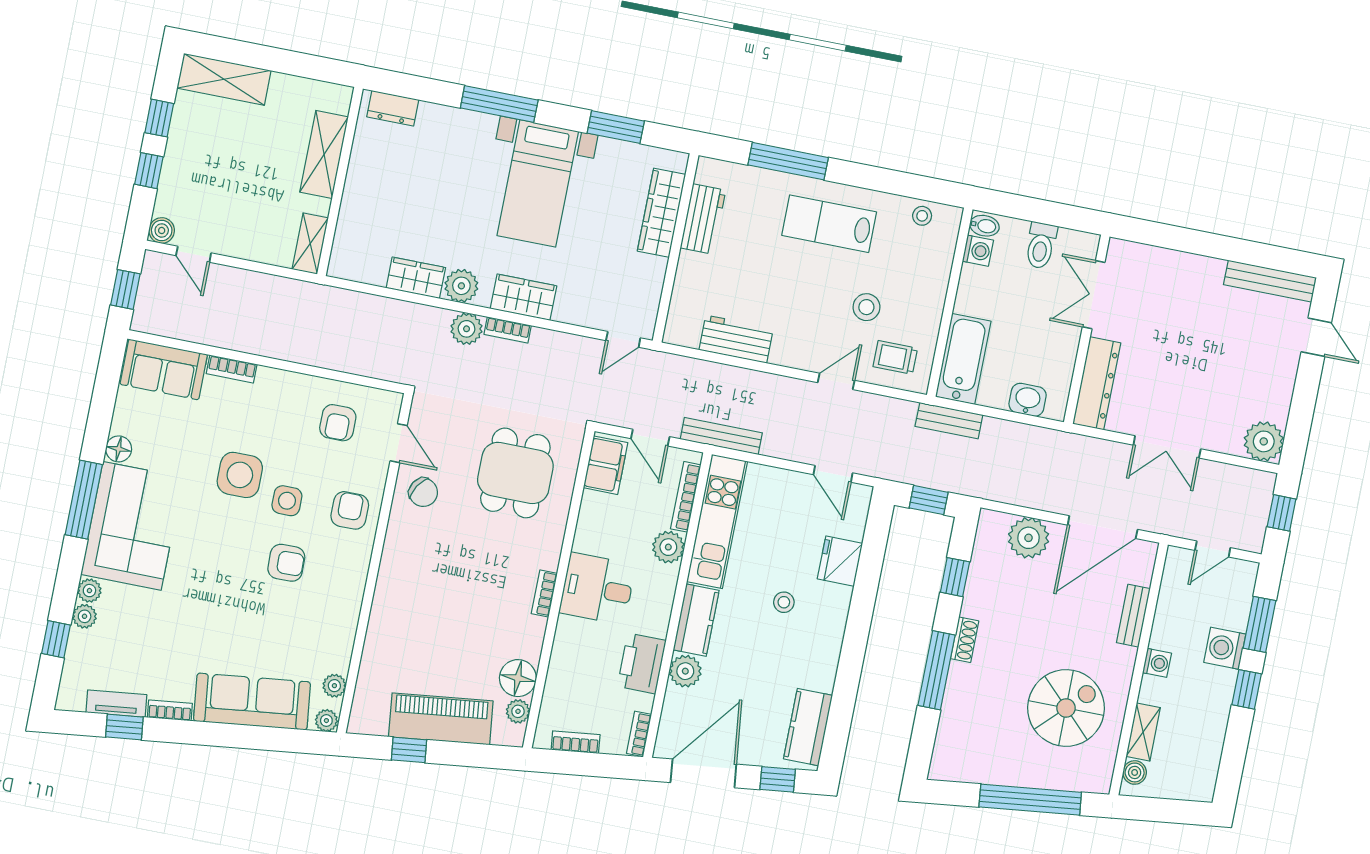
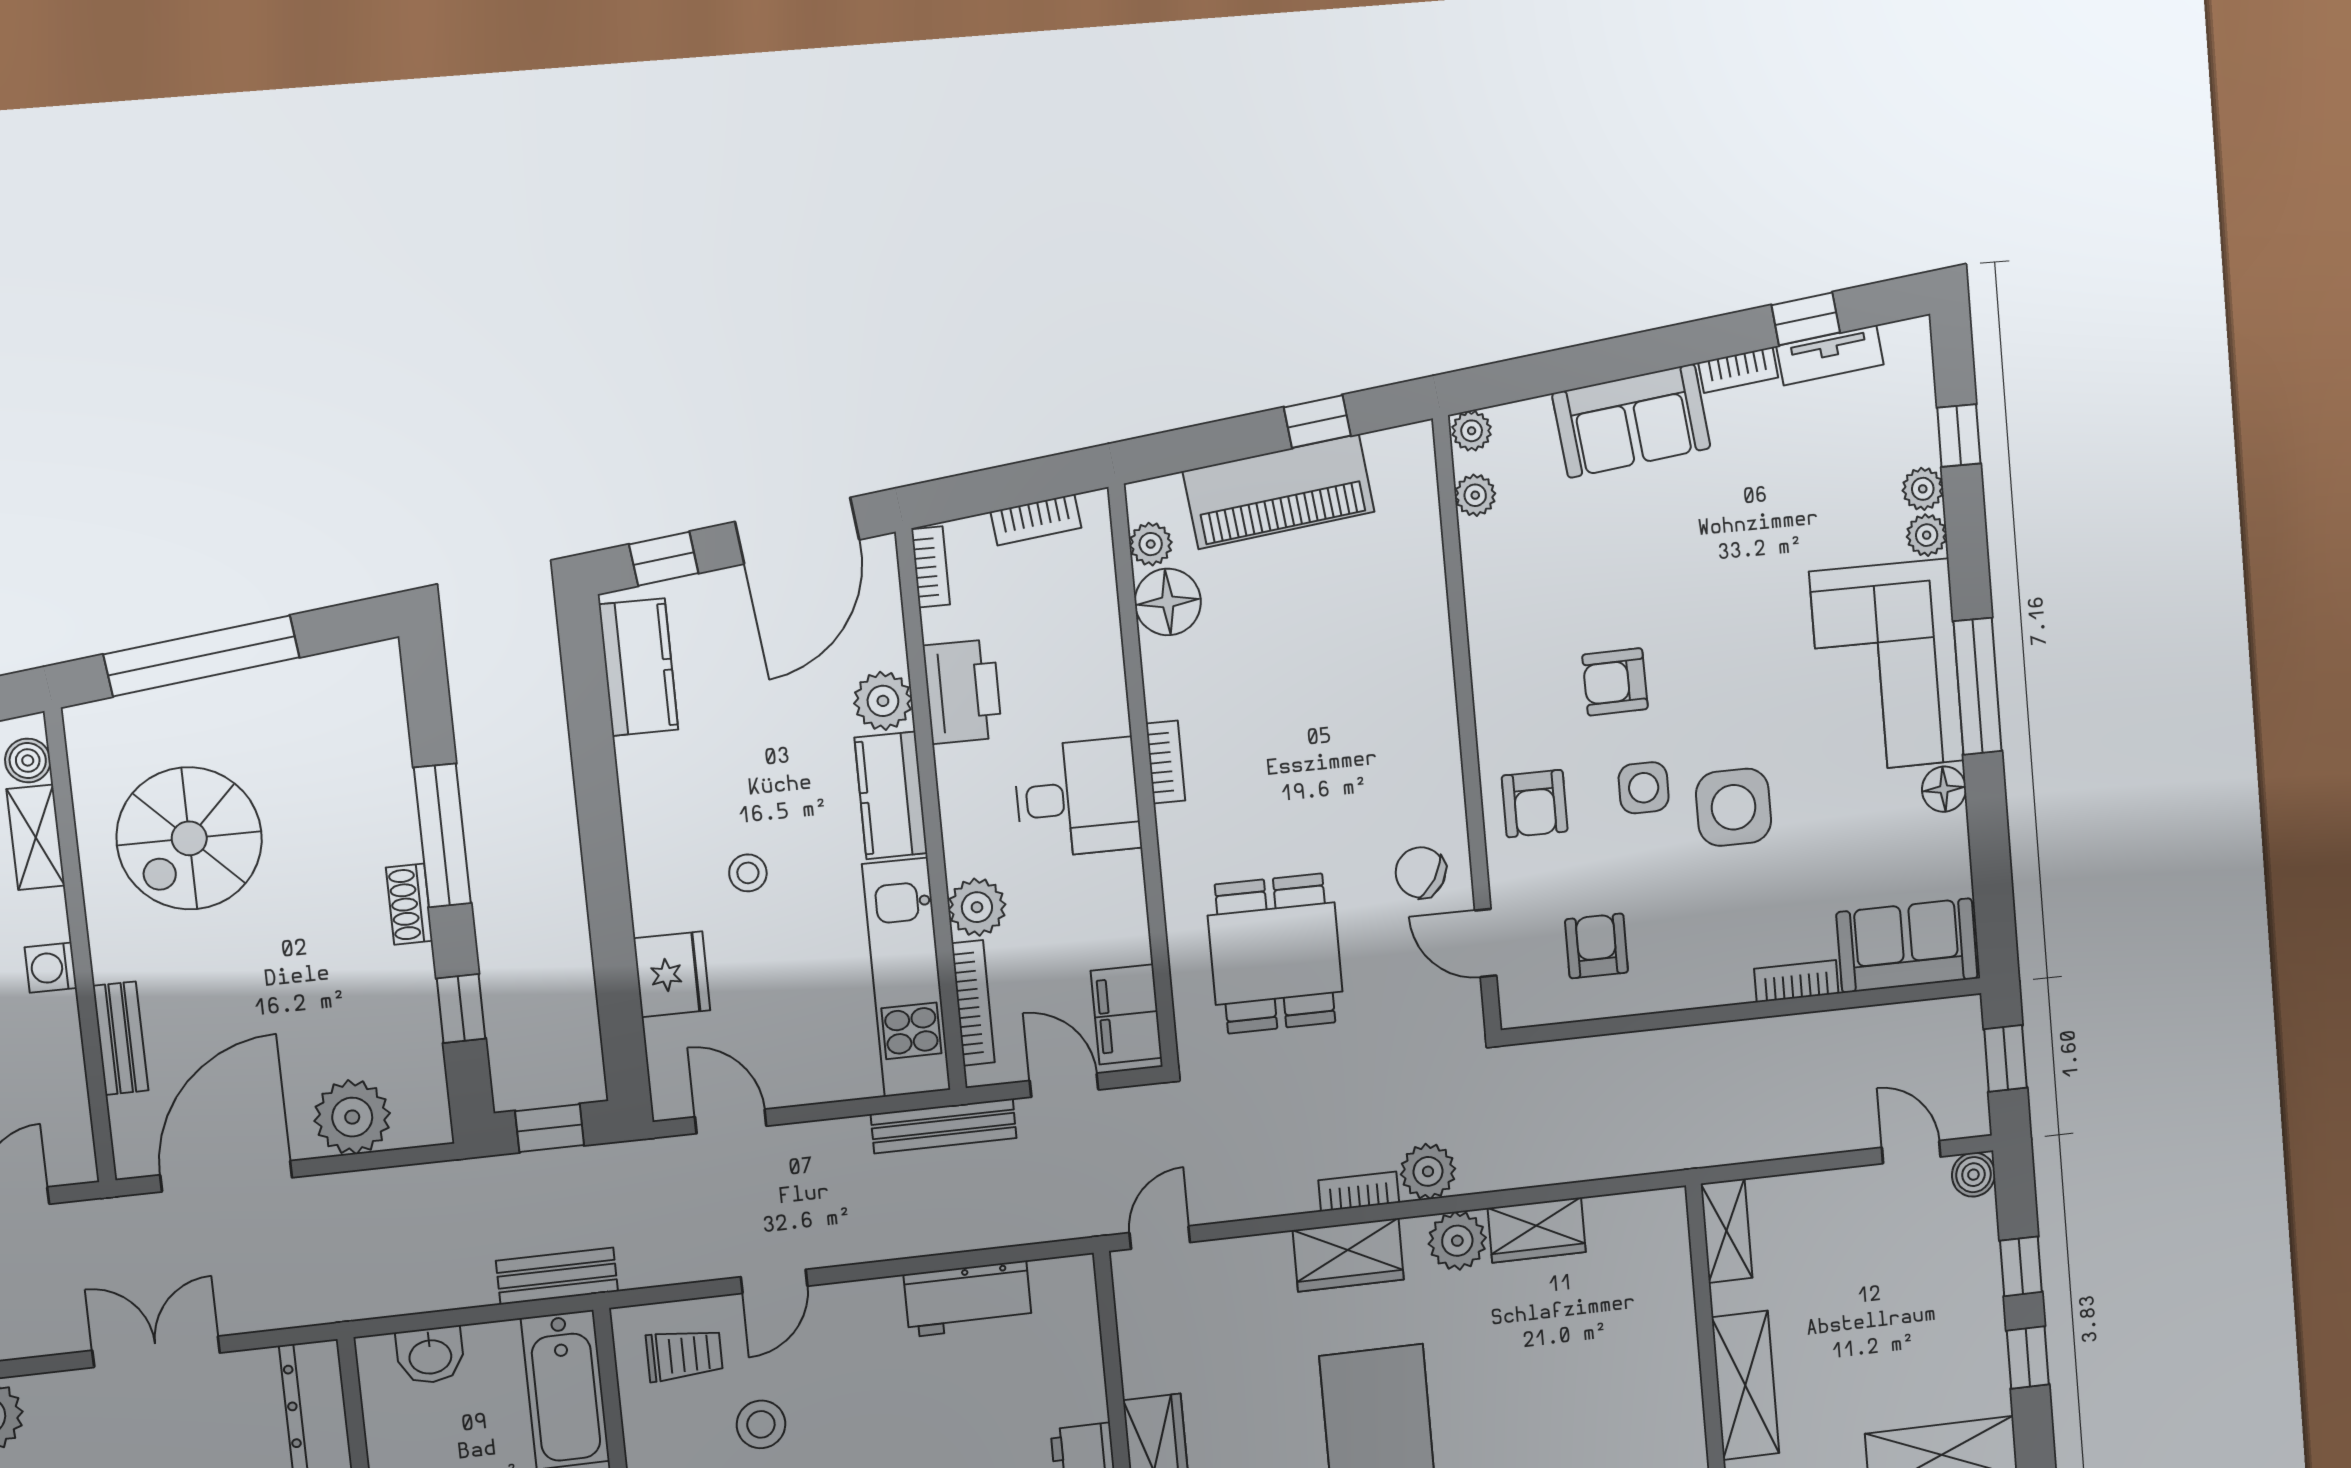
sofa: (252, 702) -> (1631, 421), width x0.73

